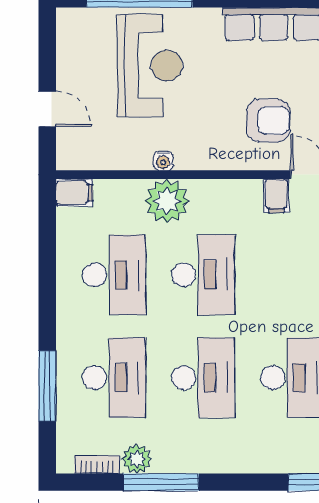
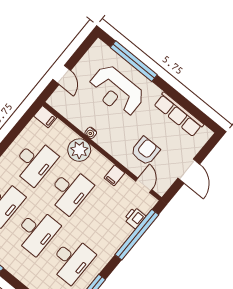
reception desk: (150, 66) -> (116, 91), turned 90
armchair: (268, 121) -> (145, 151), turned -90
filing cabinet: (276, 196) -> (114, 175), moved

